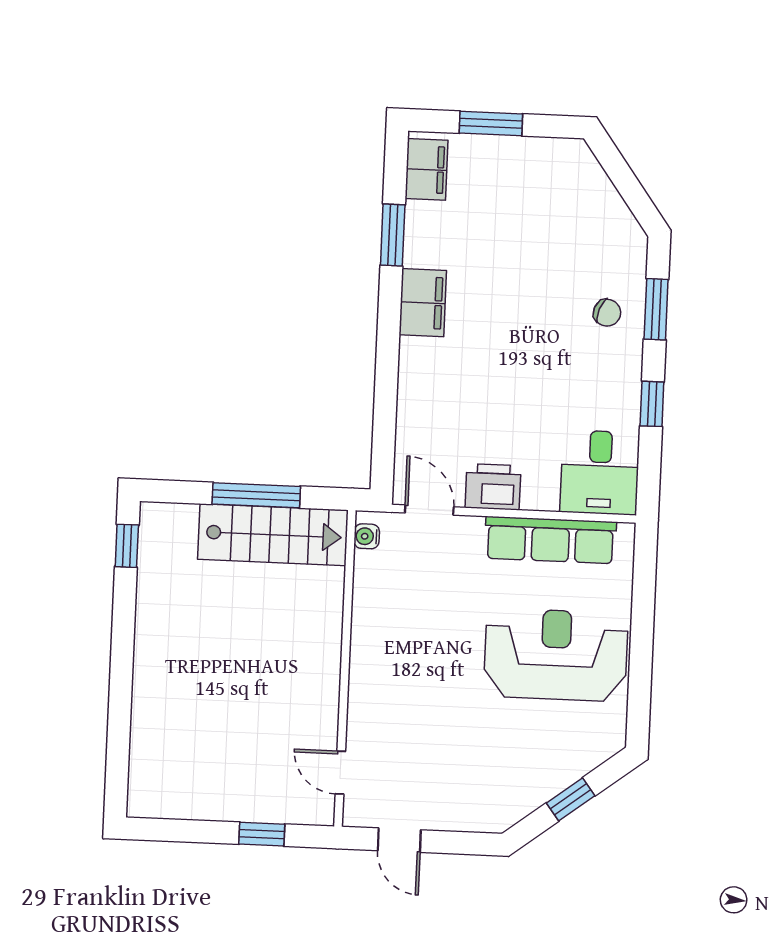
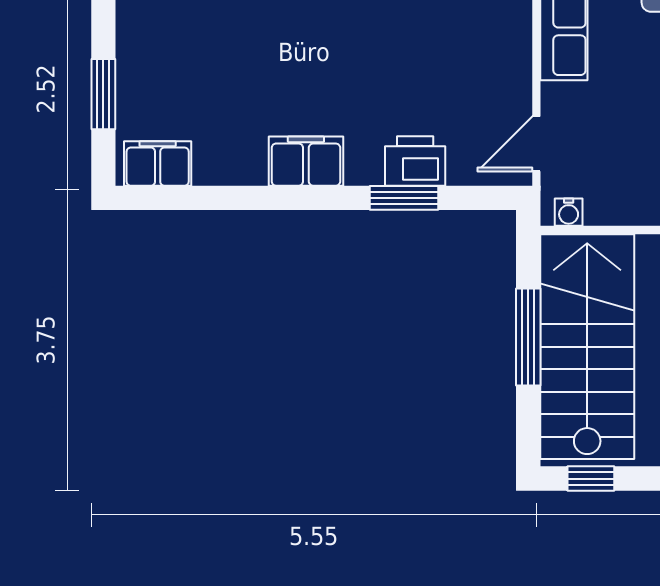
window: (393, 235) -> (404, 198), moved
printer: (493, 487) -> (415, 161), moved, turned 90
stairs: (273, 535) -> (587, 347), width x1.36, depth x1.51

